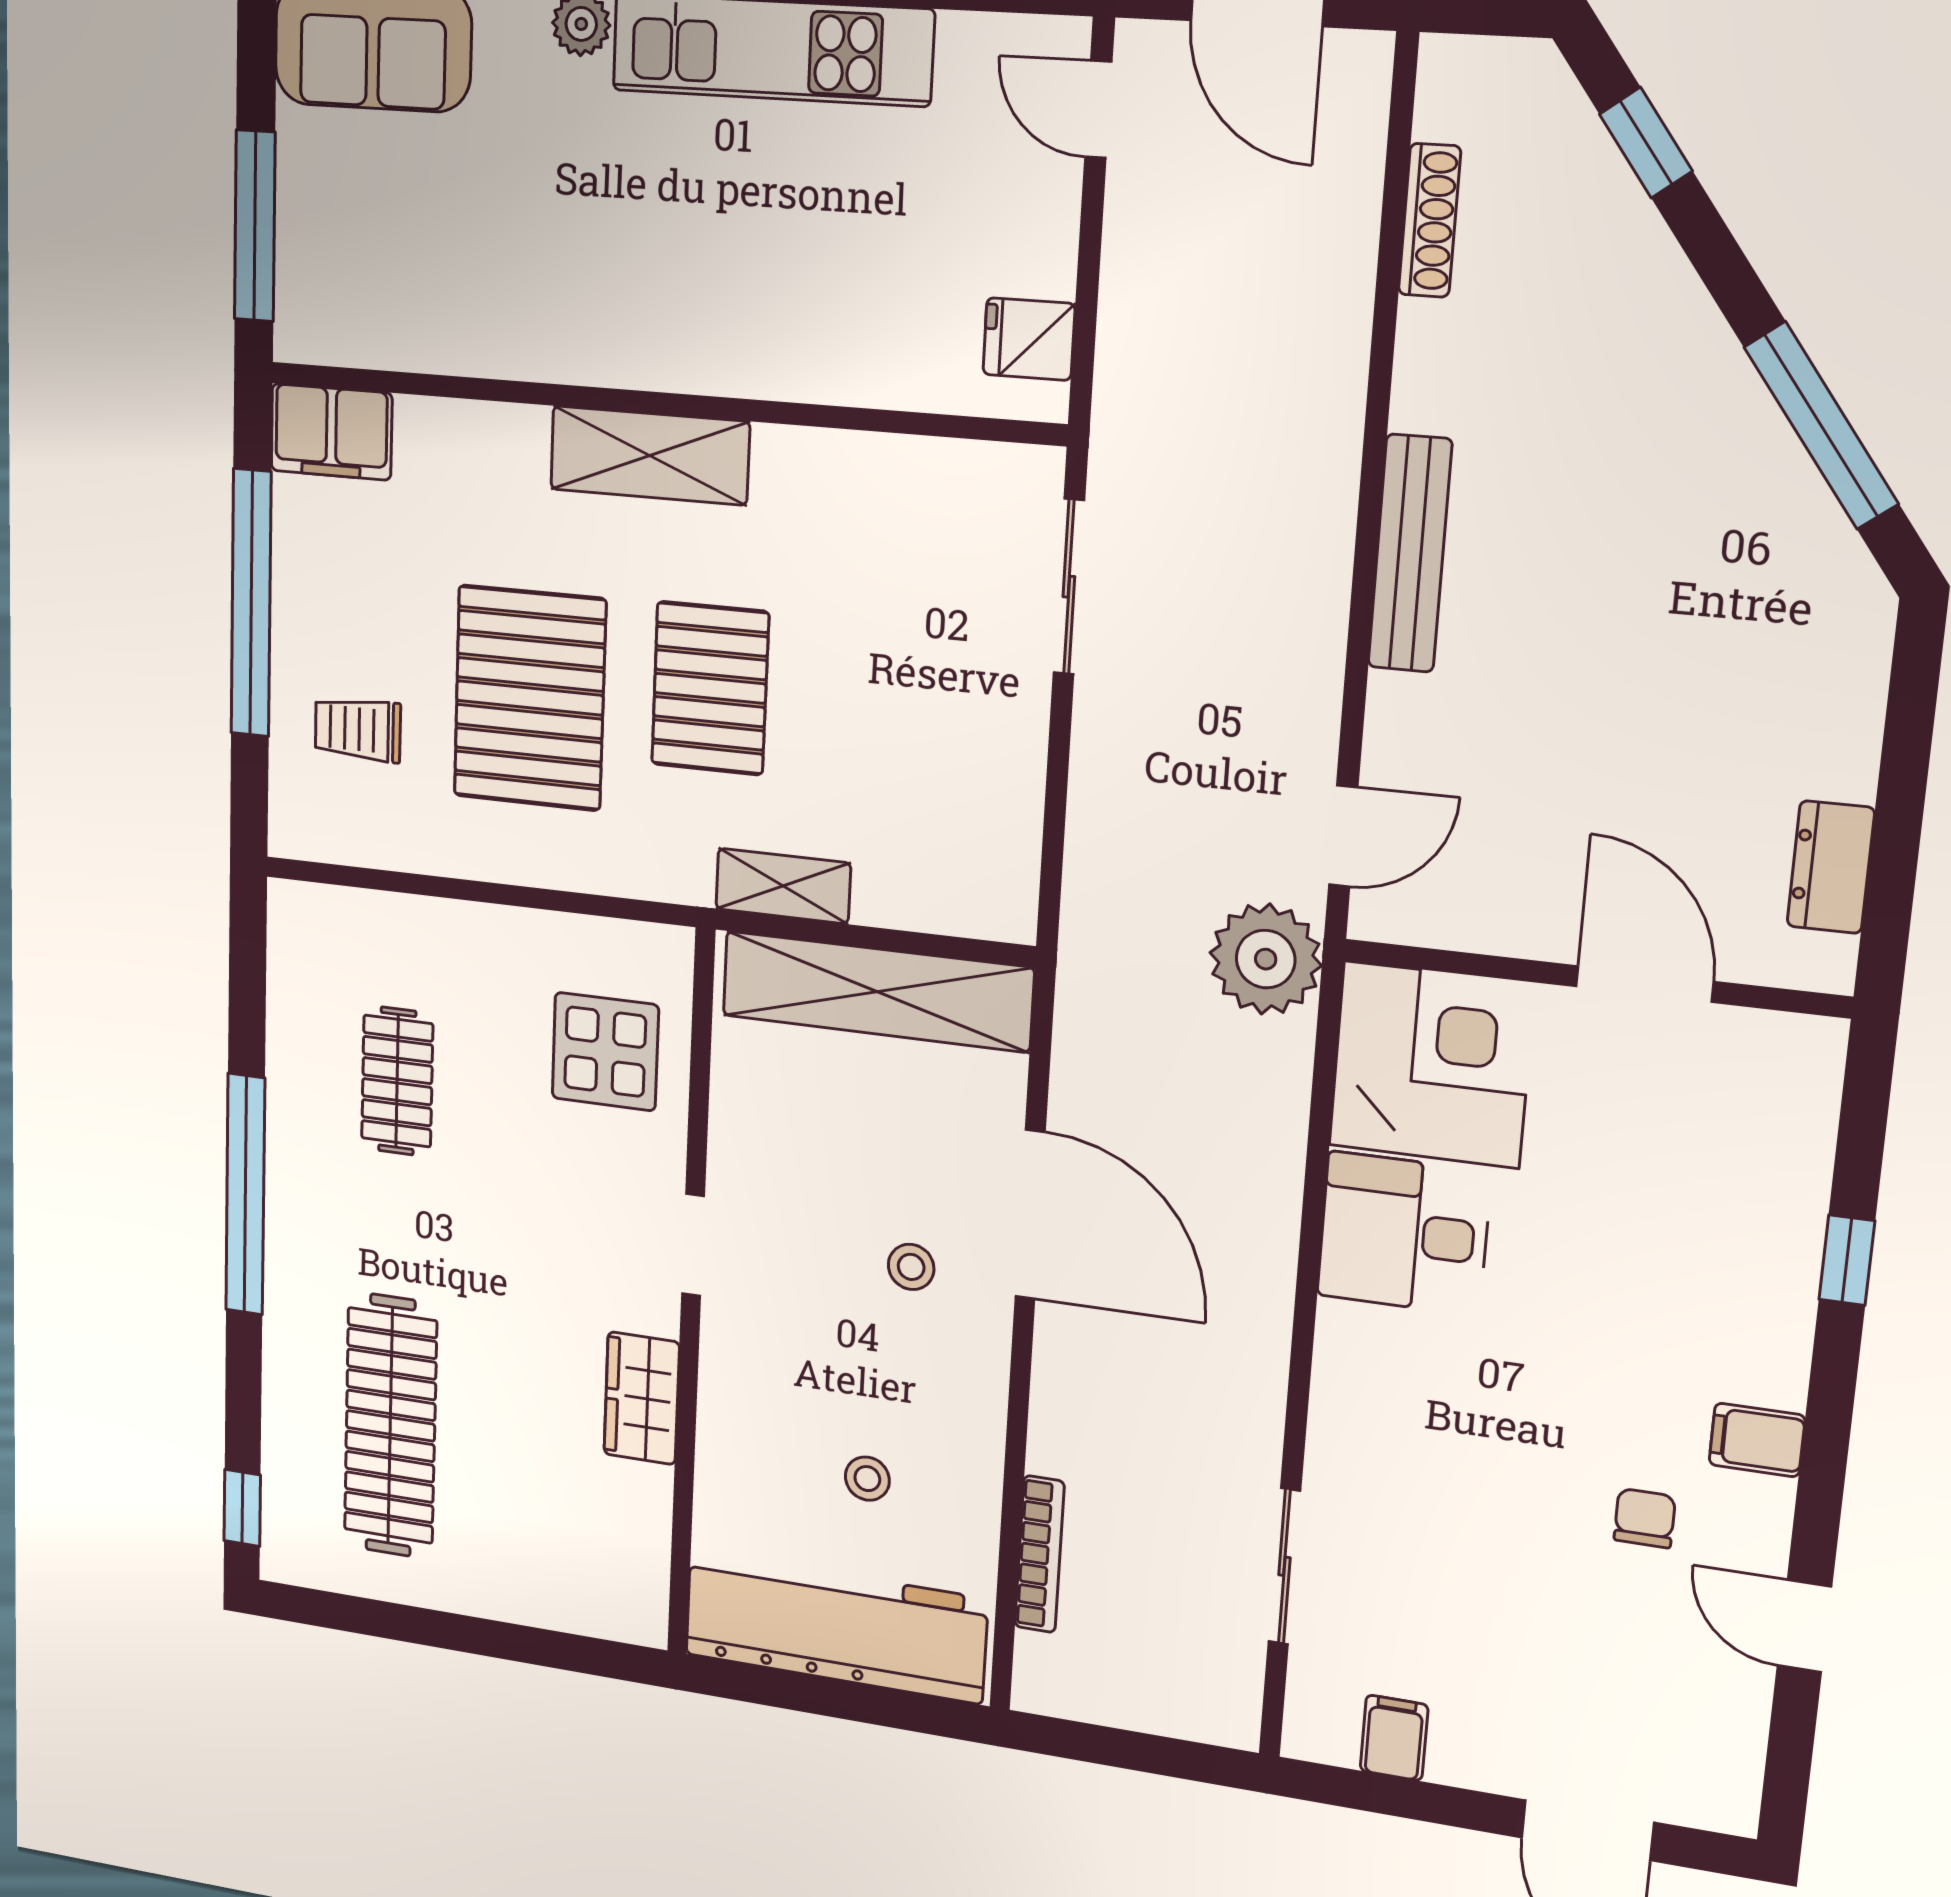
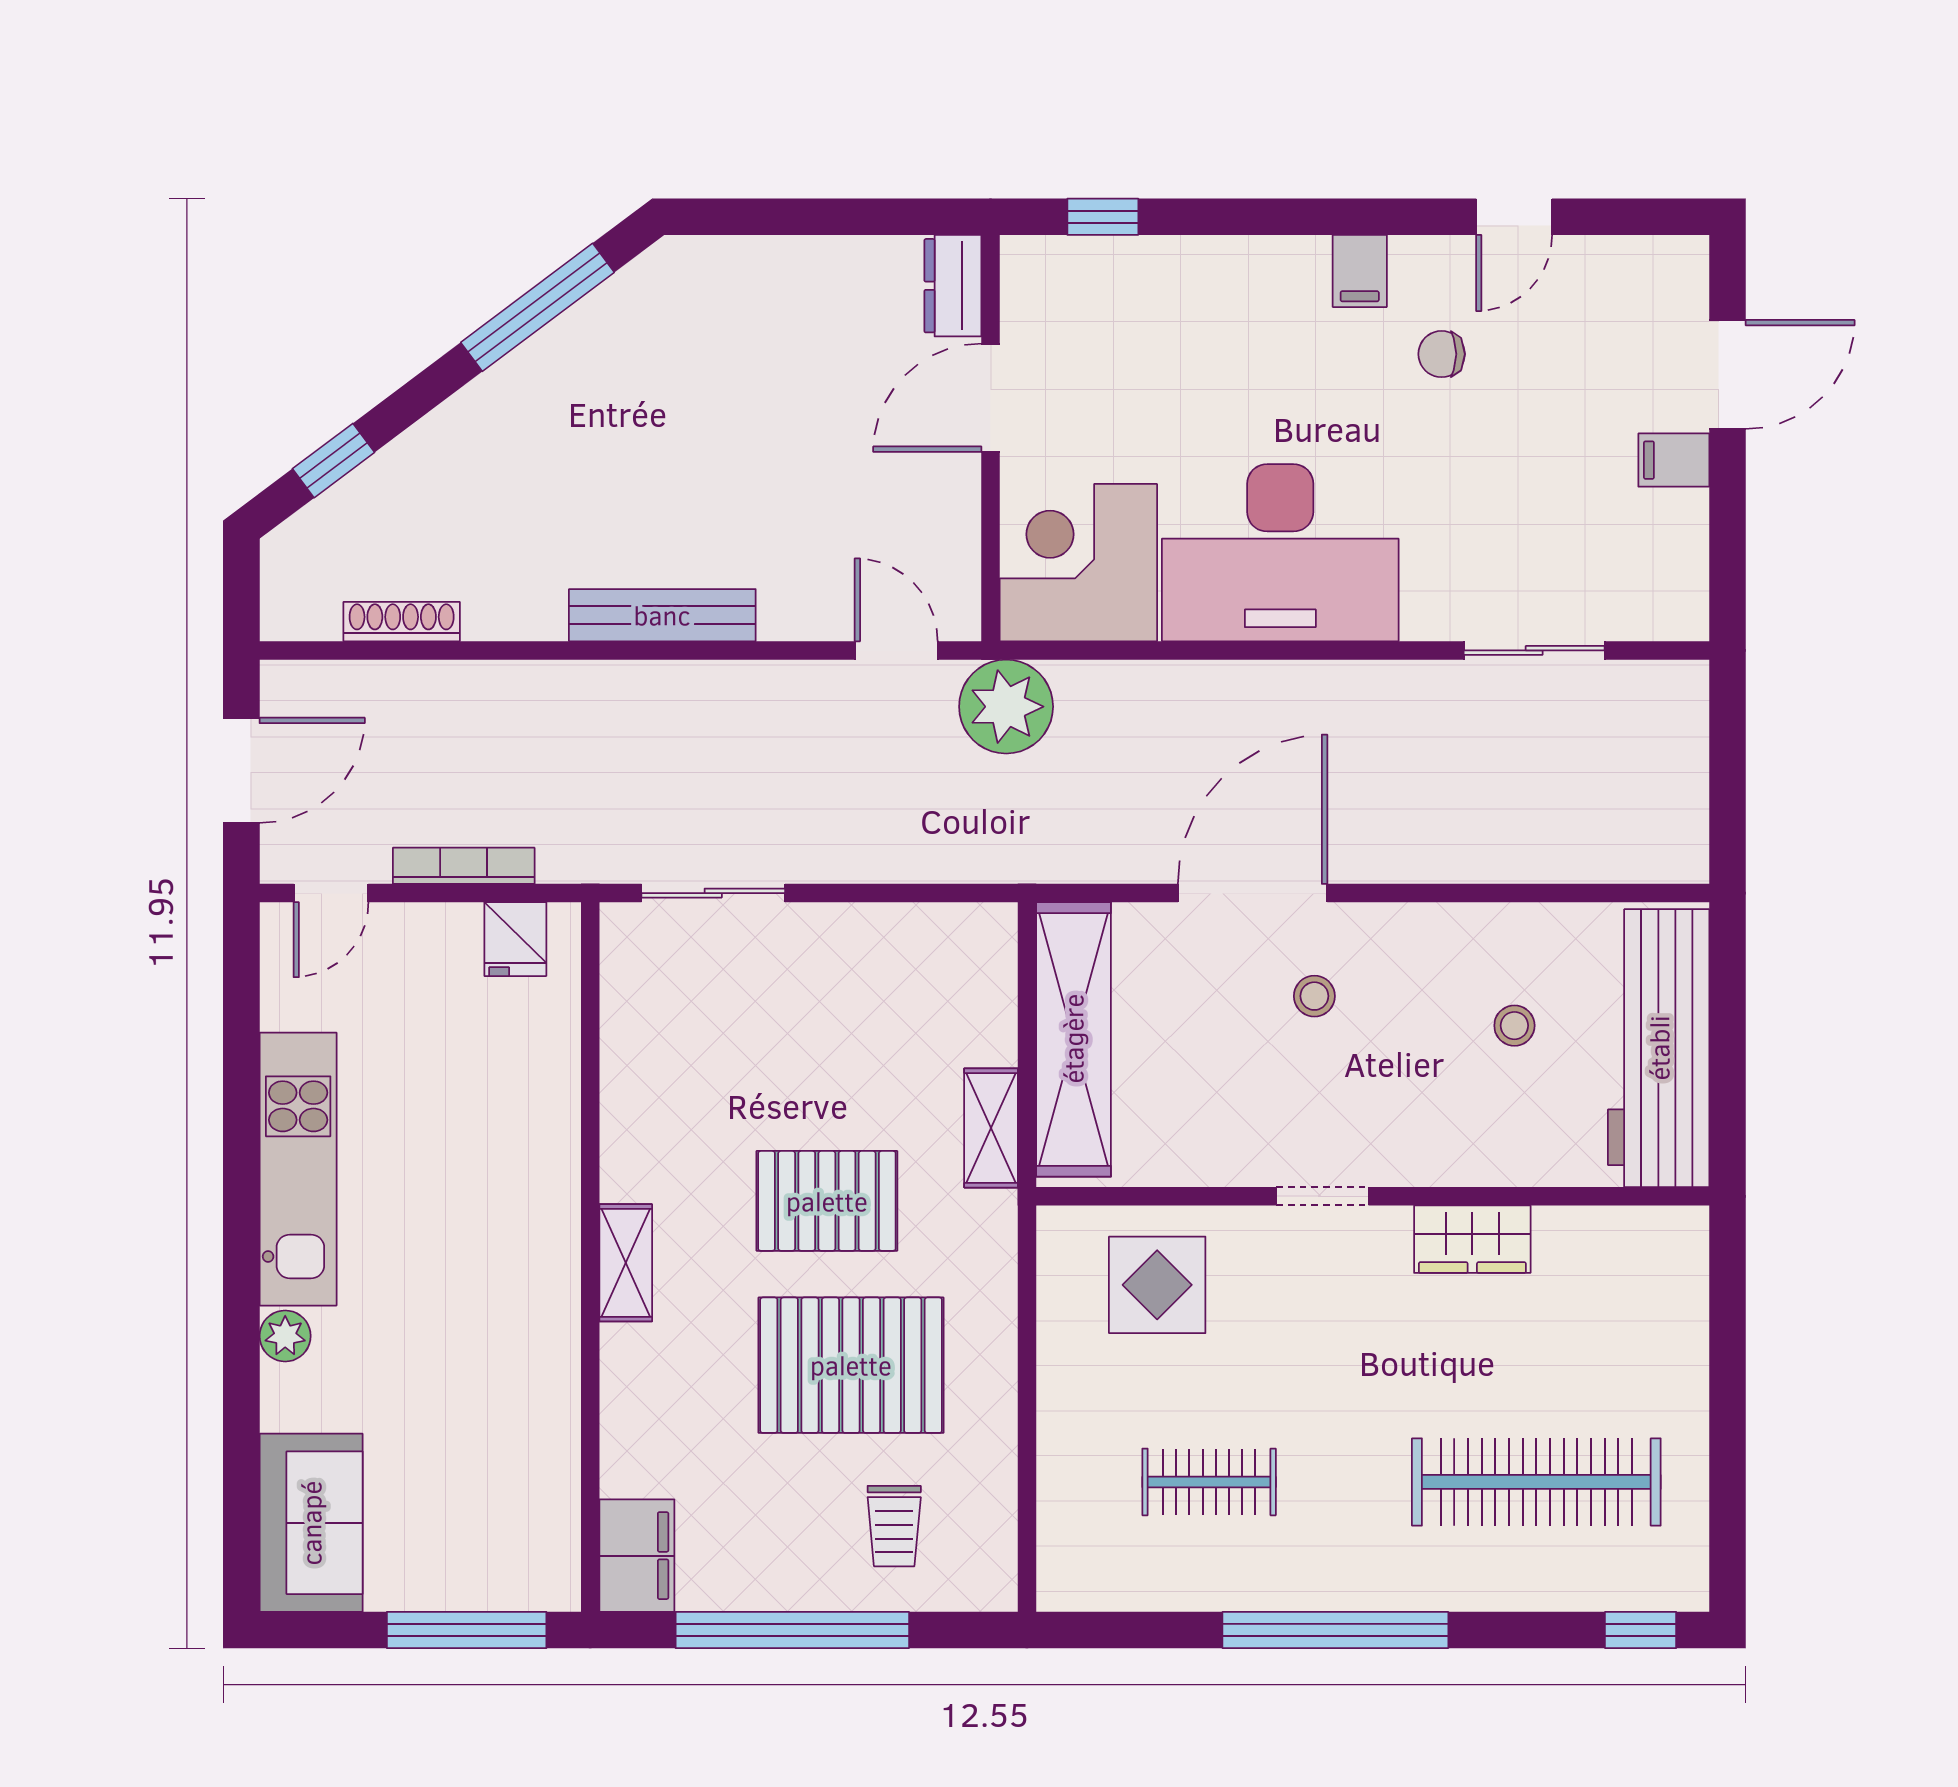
shelving: (650, 455) -> (626, 1263), width x0.67, depth x0.75
dresser: (1831, 867) -> (953, 286), moved, turned 90
desk: (1404, 1234) -> (1280, 553), width x1.87, depth x1.30
window: (1847, 1260) -> (1103, 217), moved
bookcase: (1040, 1554) -> (464, 866), moved
filing cabinet: (1394, 1738) -> (1674, 460), moved

